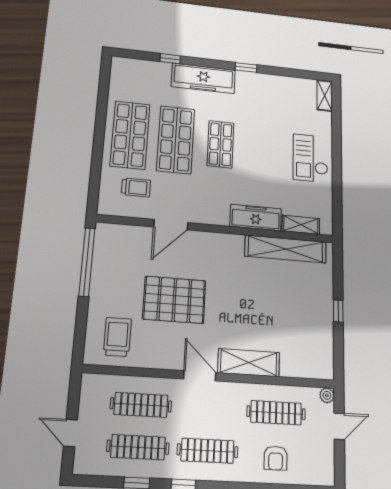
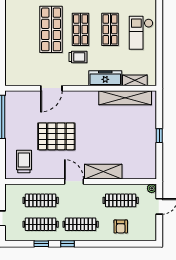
shop shelf: (130, 135) -> (110, 29), moved, width x0.70, depth x0.74
trolley: (136, 187) -> (78, 57), moved

